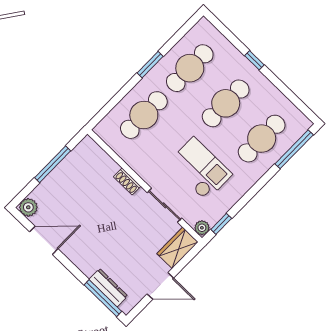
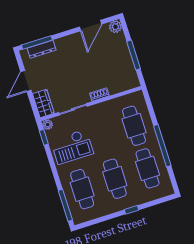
window: (150, 65) -> (162, 146), width x2.11
checkout: (200, 169) -> (72, 147), moved

